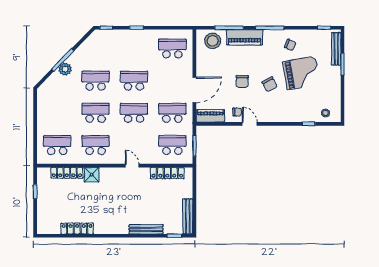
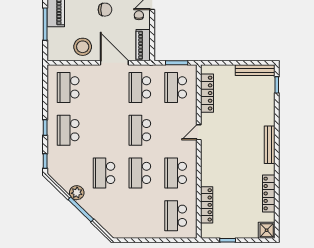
stool: (213, 41) -> (83, 47), moved
plant: (65, 69) -> (77, 193), moved
school desk: (134, 81) -> (68, 130), moved
shower: (92, 175) -> (267, 230), moved
bench: (146, 229) -> (270, 145), moved

